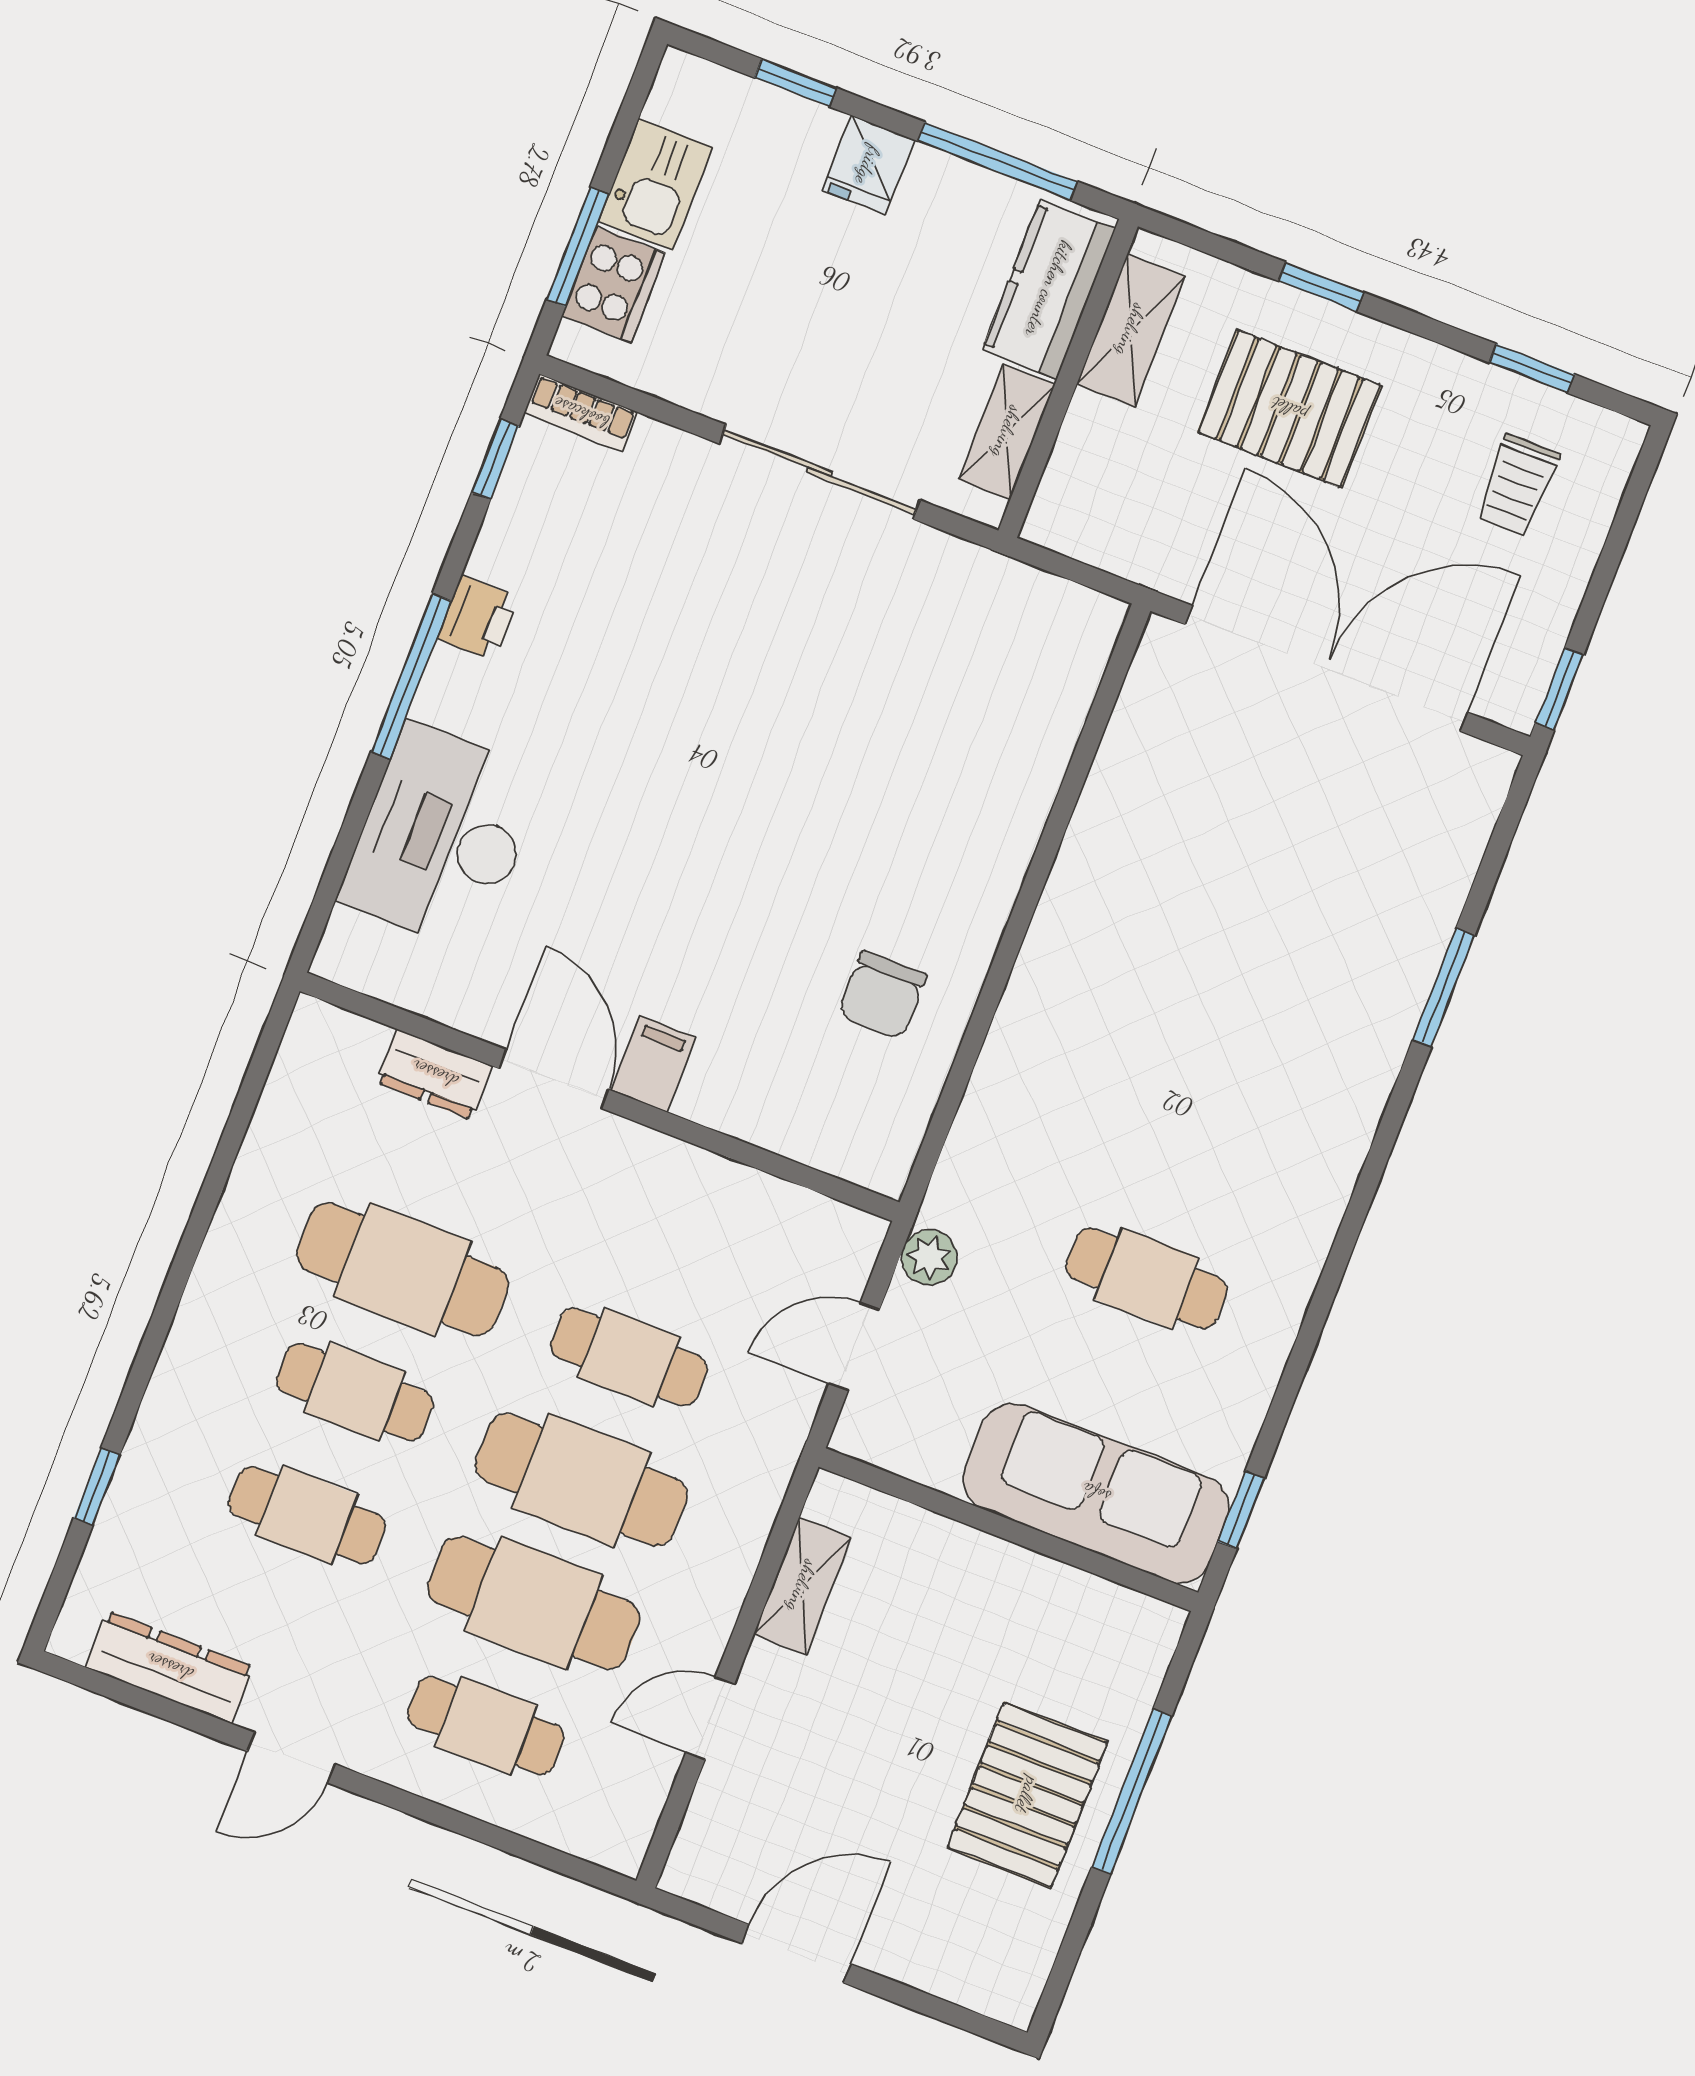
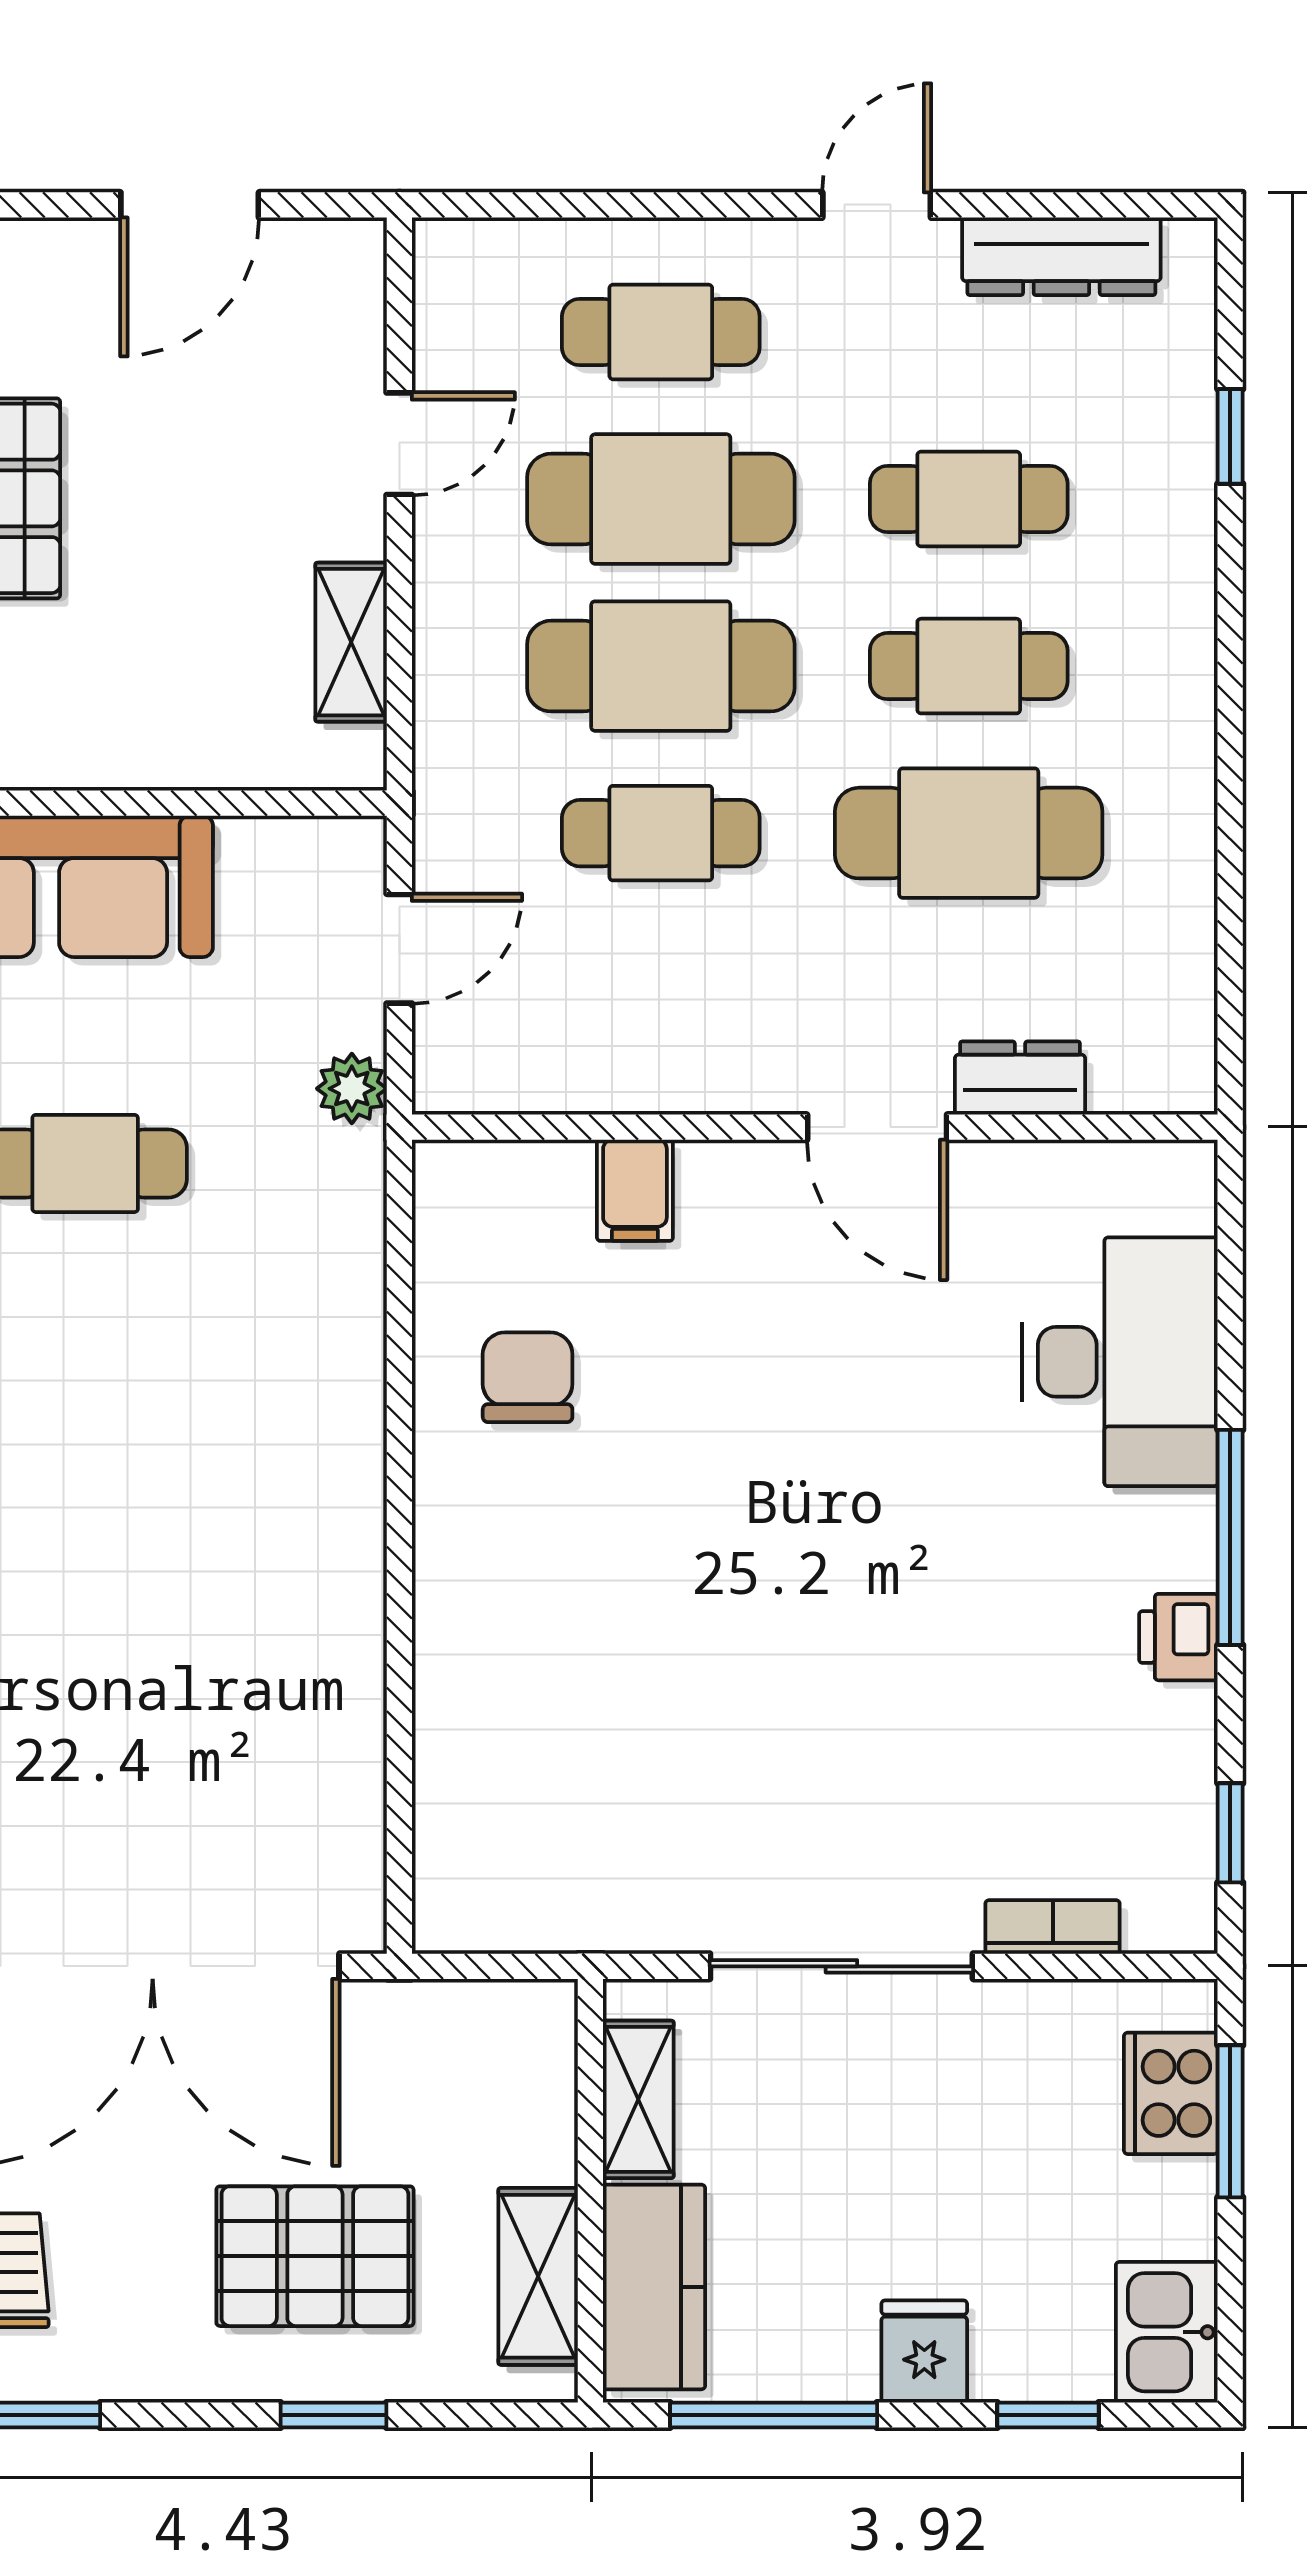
kitchen sink: (656, 184) -> (1167, 2332), moved
bookcase: (581, 413) -> (1053, 1927), moved
filing cabinet: (653, 1064) -> (635, 1190), moved

